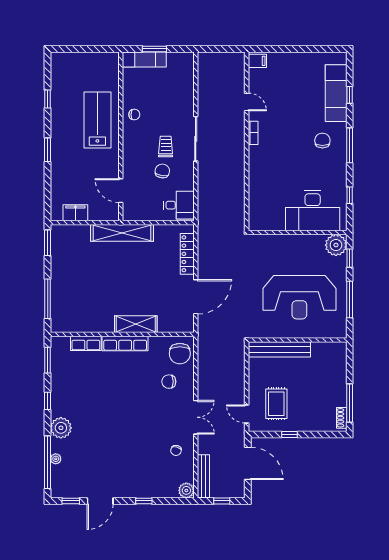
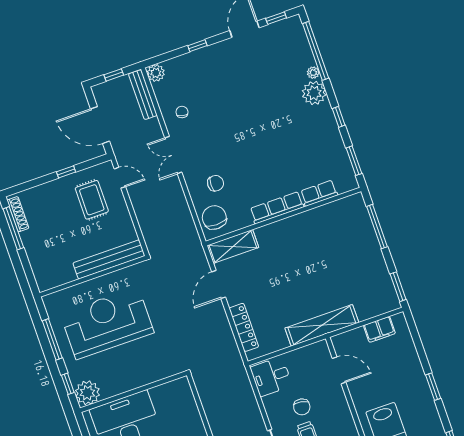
door: (196, 297) -> (219, 284), width x0.73
shelving: (136, 324) -> (233, 246), moved
shoe rack: (342, 418) -> (18, 214), width x1.43
plant: (56, 459) -> (313, 73), moved

